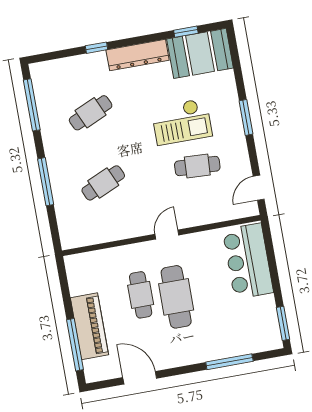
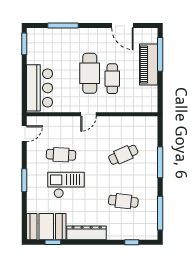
window: (96, 48) -> (132, 242), moved
cafe table: (91, 113) -> (123, 201), turned 30

